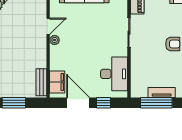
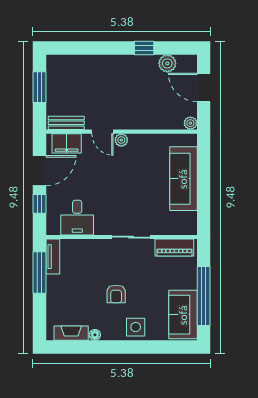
door: (48, 26) -> (102, 132), moved
desk: (114, 74) -> (77, 218), width x0.73
tv unit: (162, 93) -> (53, 257), moved

